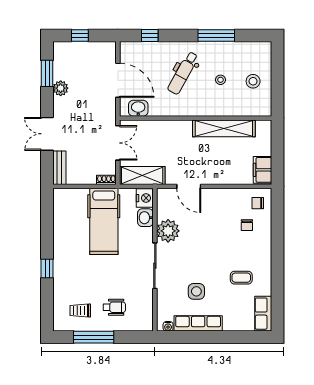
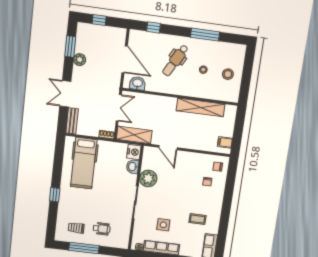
filing cabinet: (263, 170) -> (225, 142), width x0.50
hospital bed: (104, 221) -> (84, 163), moved

